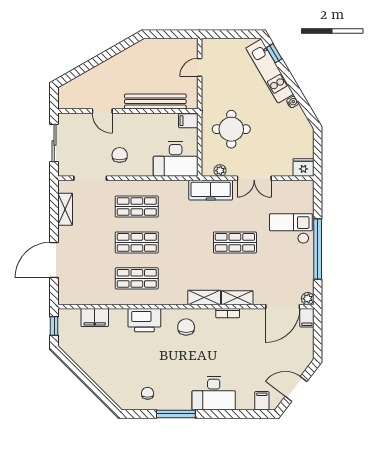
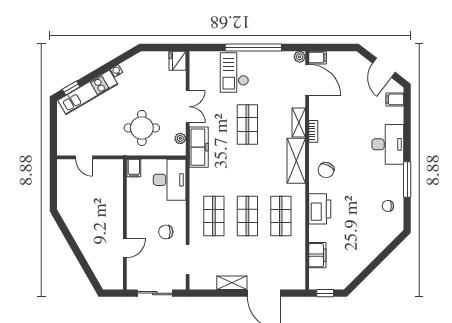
bench: (155, 102) -> (116, 199), removed
shelving: (65, 209) -> (232, 283), moved
shelving: (204, 297) -> (296, 161), width x1.50, depth x1.33
chair: (186, 327) -> (326, 170), turned -63

